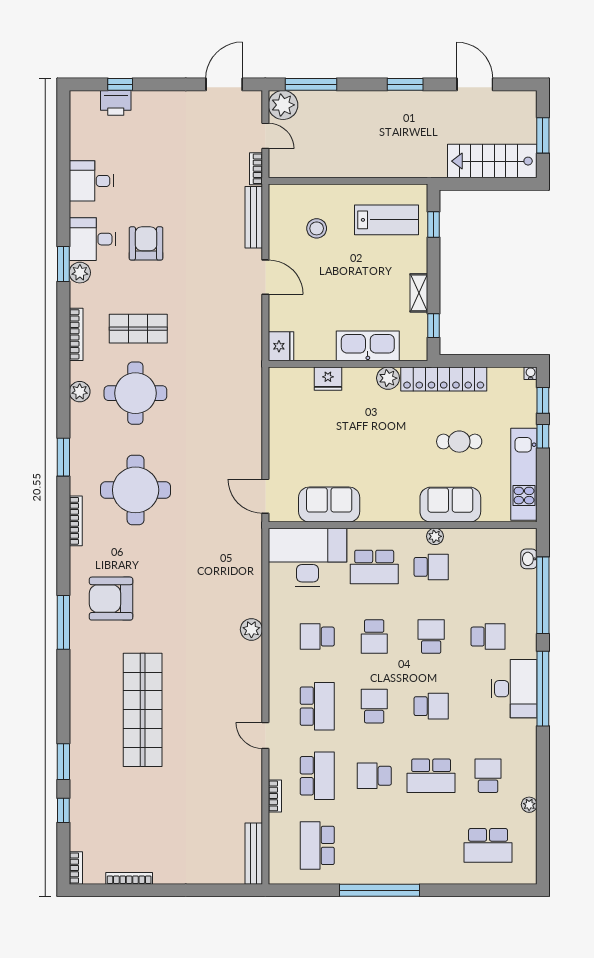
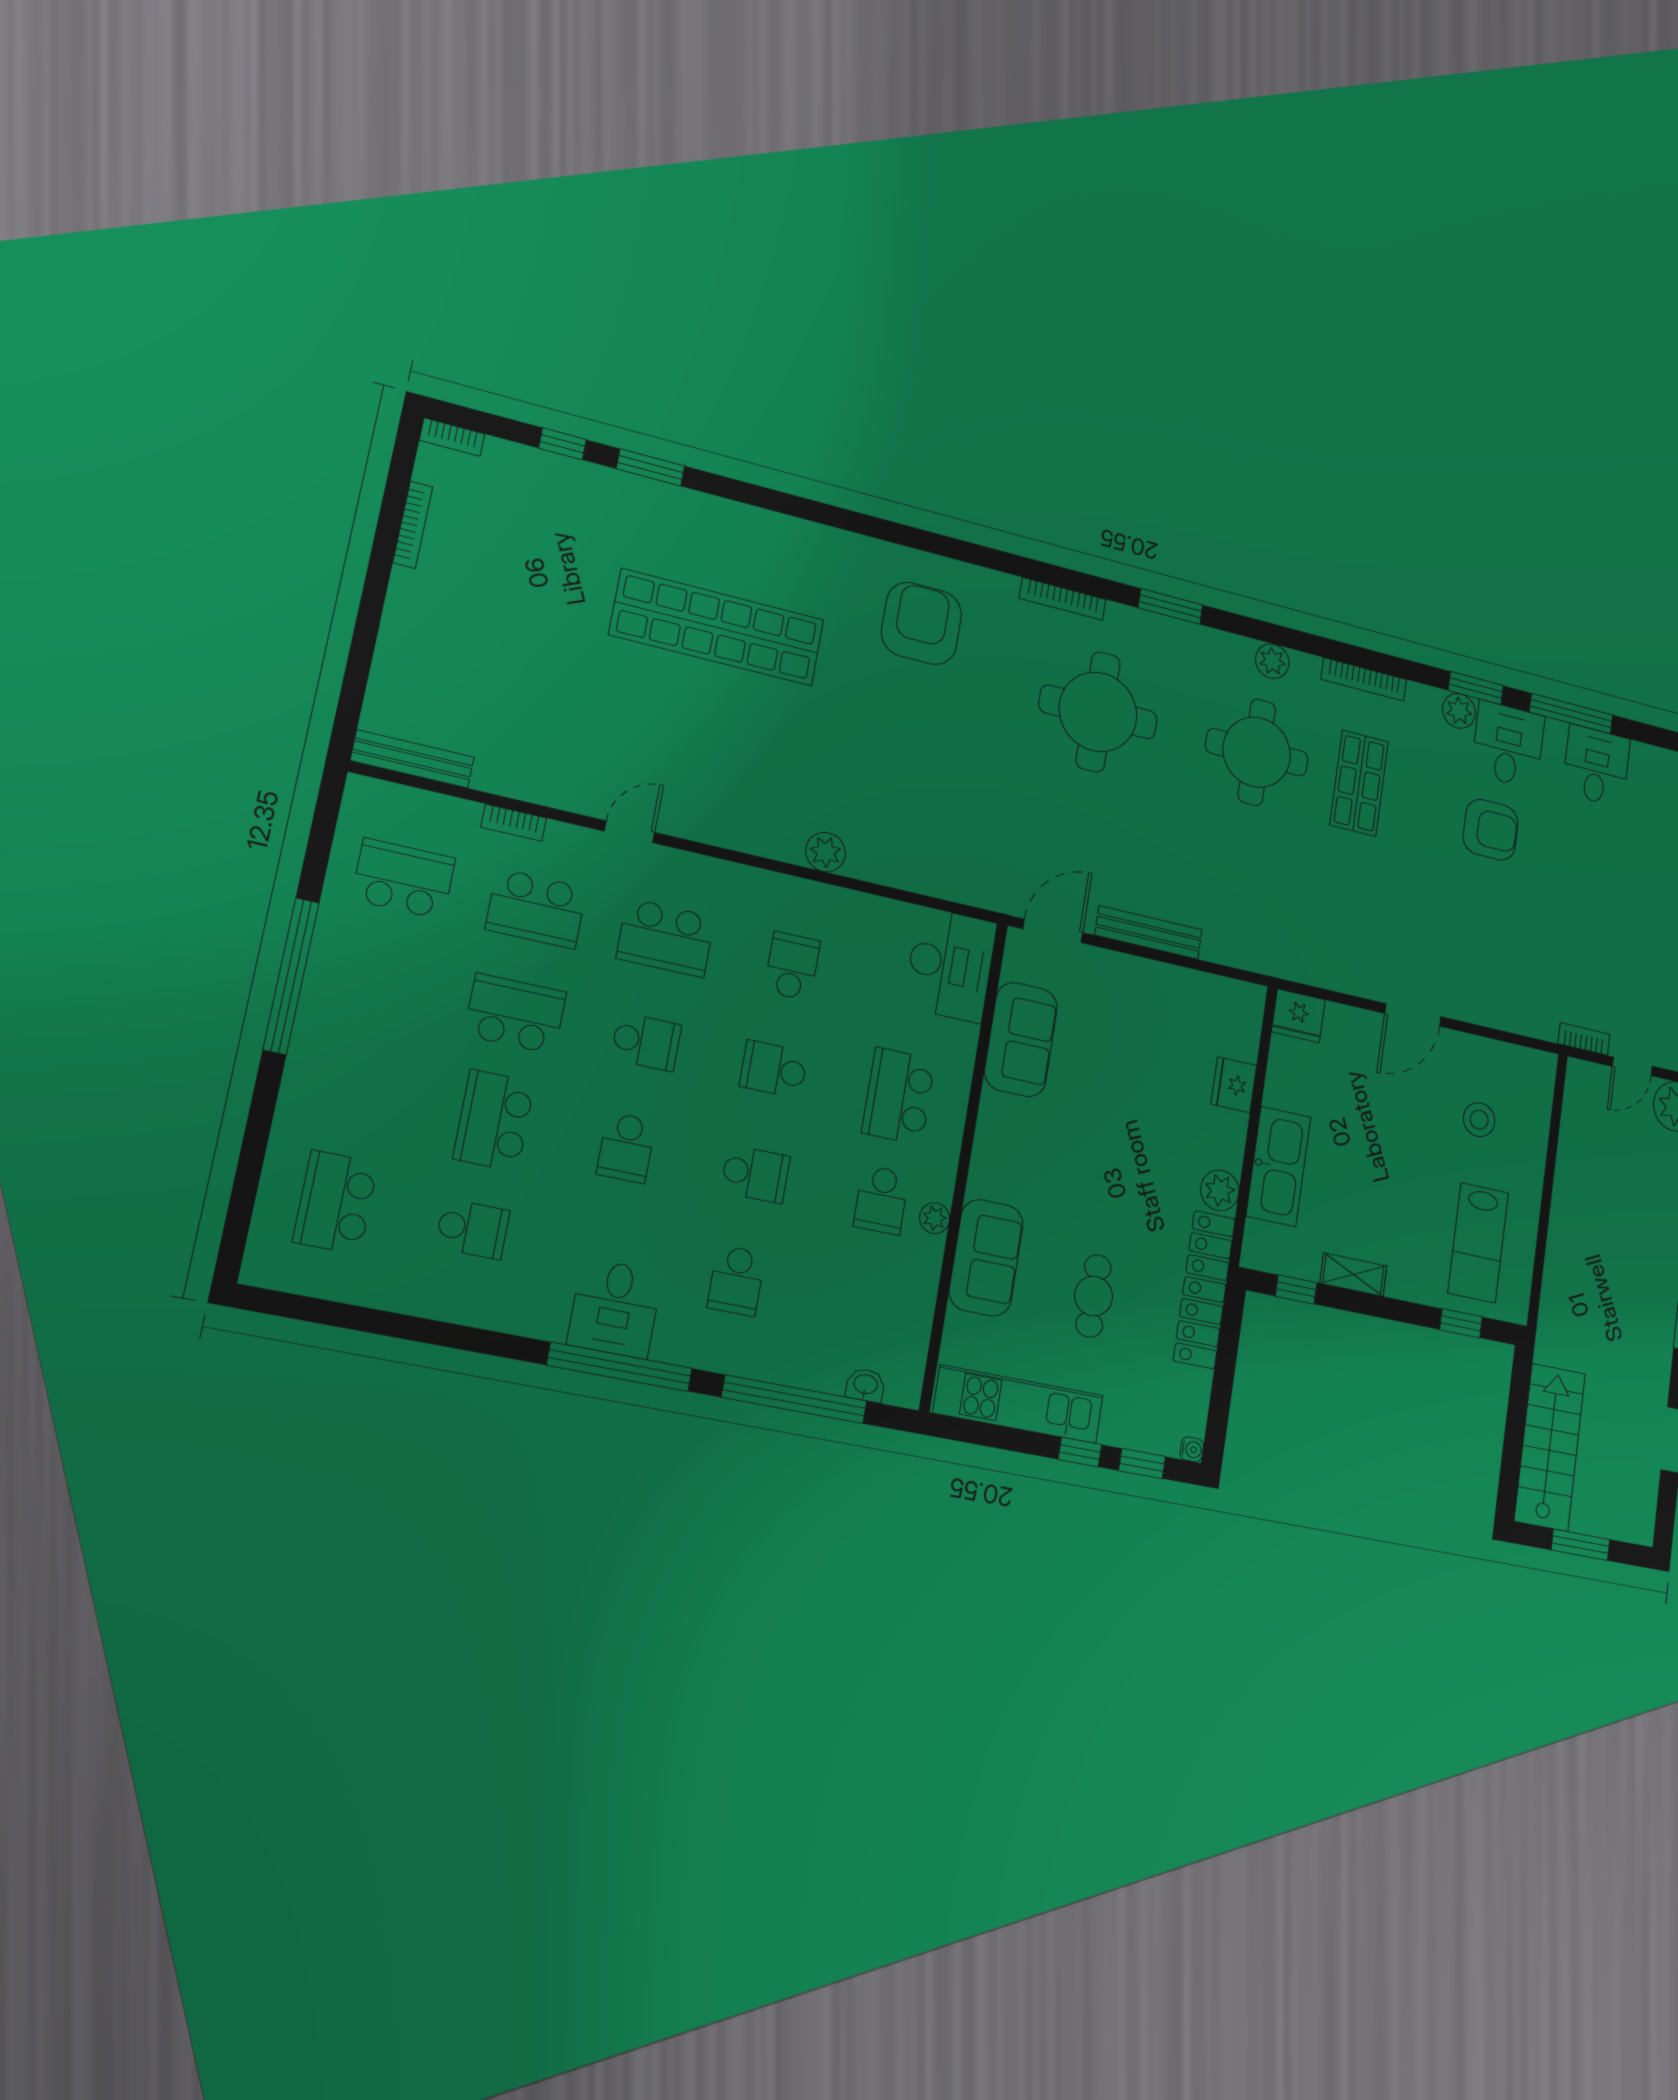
bench: (254, 217) -> (1149, 932), moved
desk: (308, 557) -> (950, 965), width x0.73, depth x0.77
window: (63, 622) -> (1571, 714), moved
desk: (514, 689) -> (615, 1308), width x0.73
school desk: (374, 776) -> (515, 1014), width x1.85
plant: (529, 805) -> (400, 1298), removed

